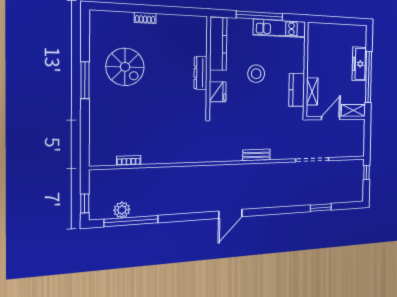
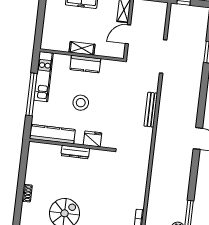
kitchen counter: (297, 90) -> (85, 64), moved
shelving: (312, 91) -> (82, 48), moved
door: (331, 118) -> (128, 34), hinge flipped
bench: (256, 155) -> (151, 110), width x1.36

